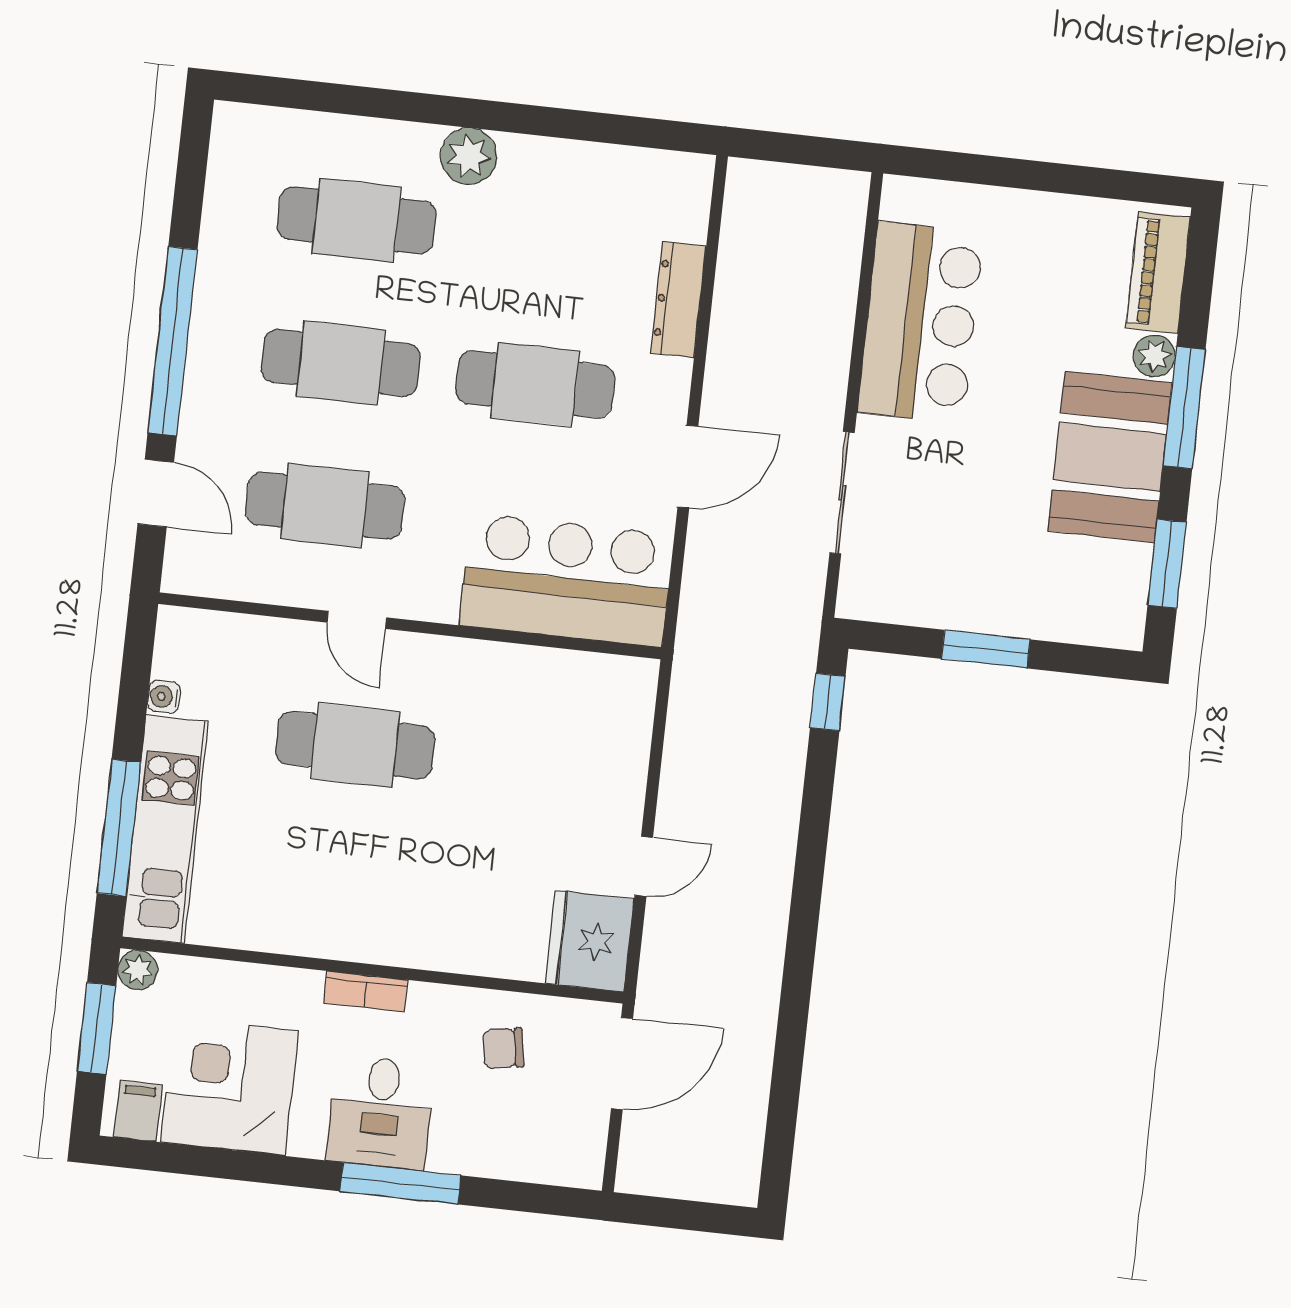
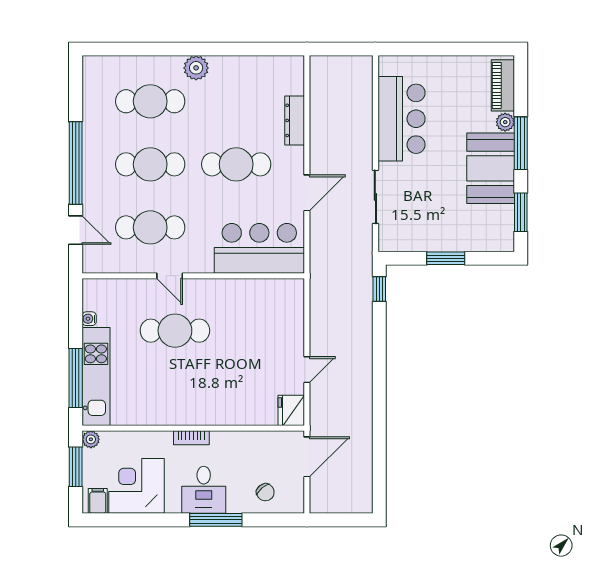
fridge: (590, 941) -> (291, 410), width x0.73, depth x0.75
chair: (503, 1048) -> (265, 492), moved, turned -120

